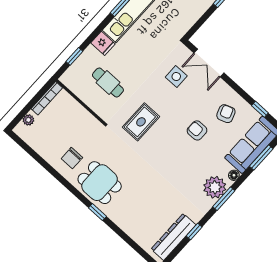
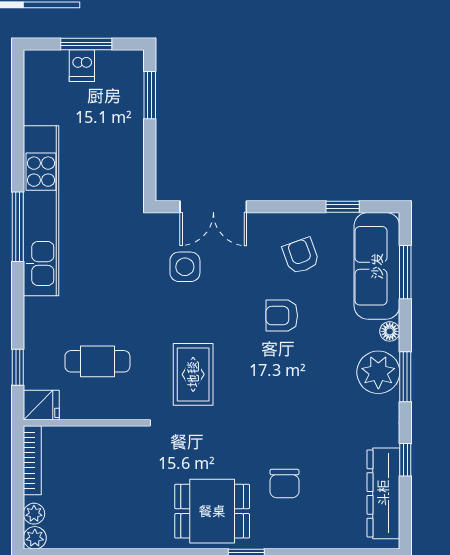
fridge: (103, 43) -> (41, 405), moved
plant: (20, 130) -> (35, 538), added
chair: (72, 158) -> (284, 484), moved

